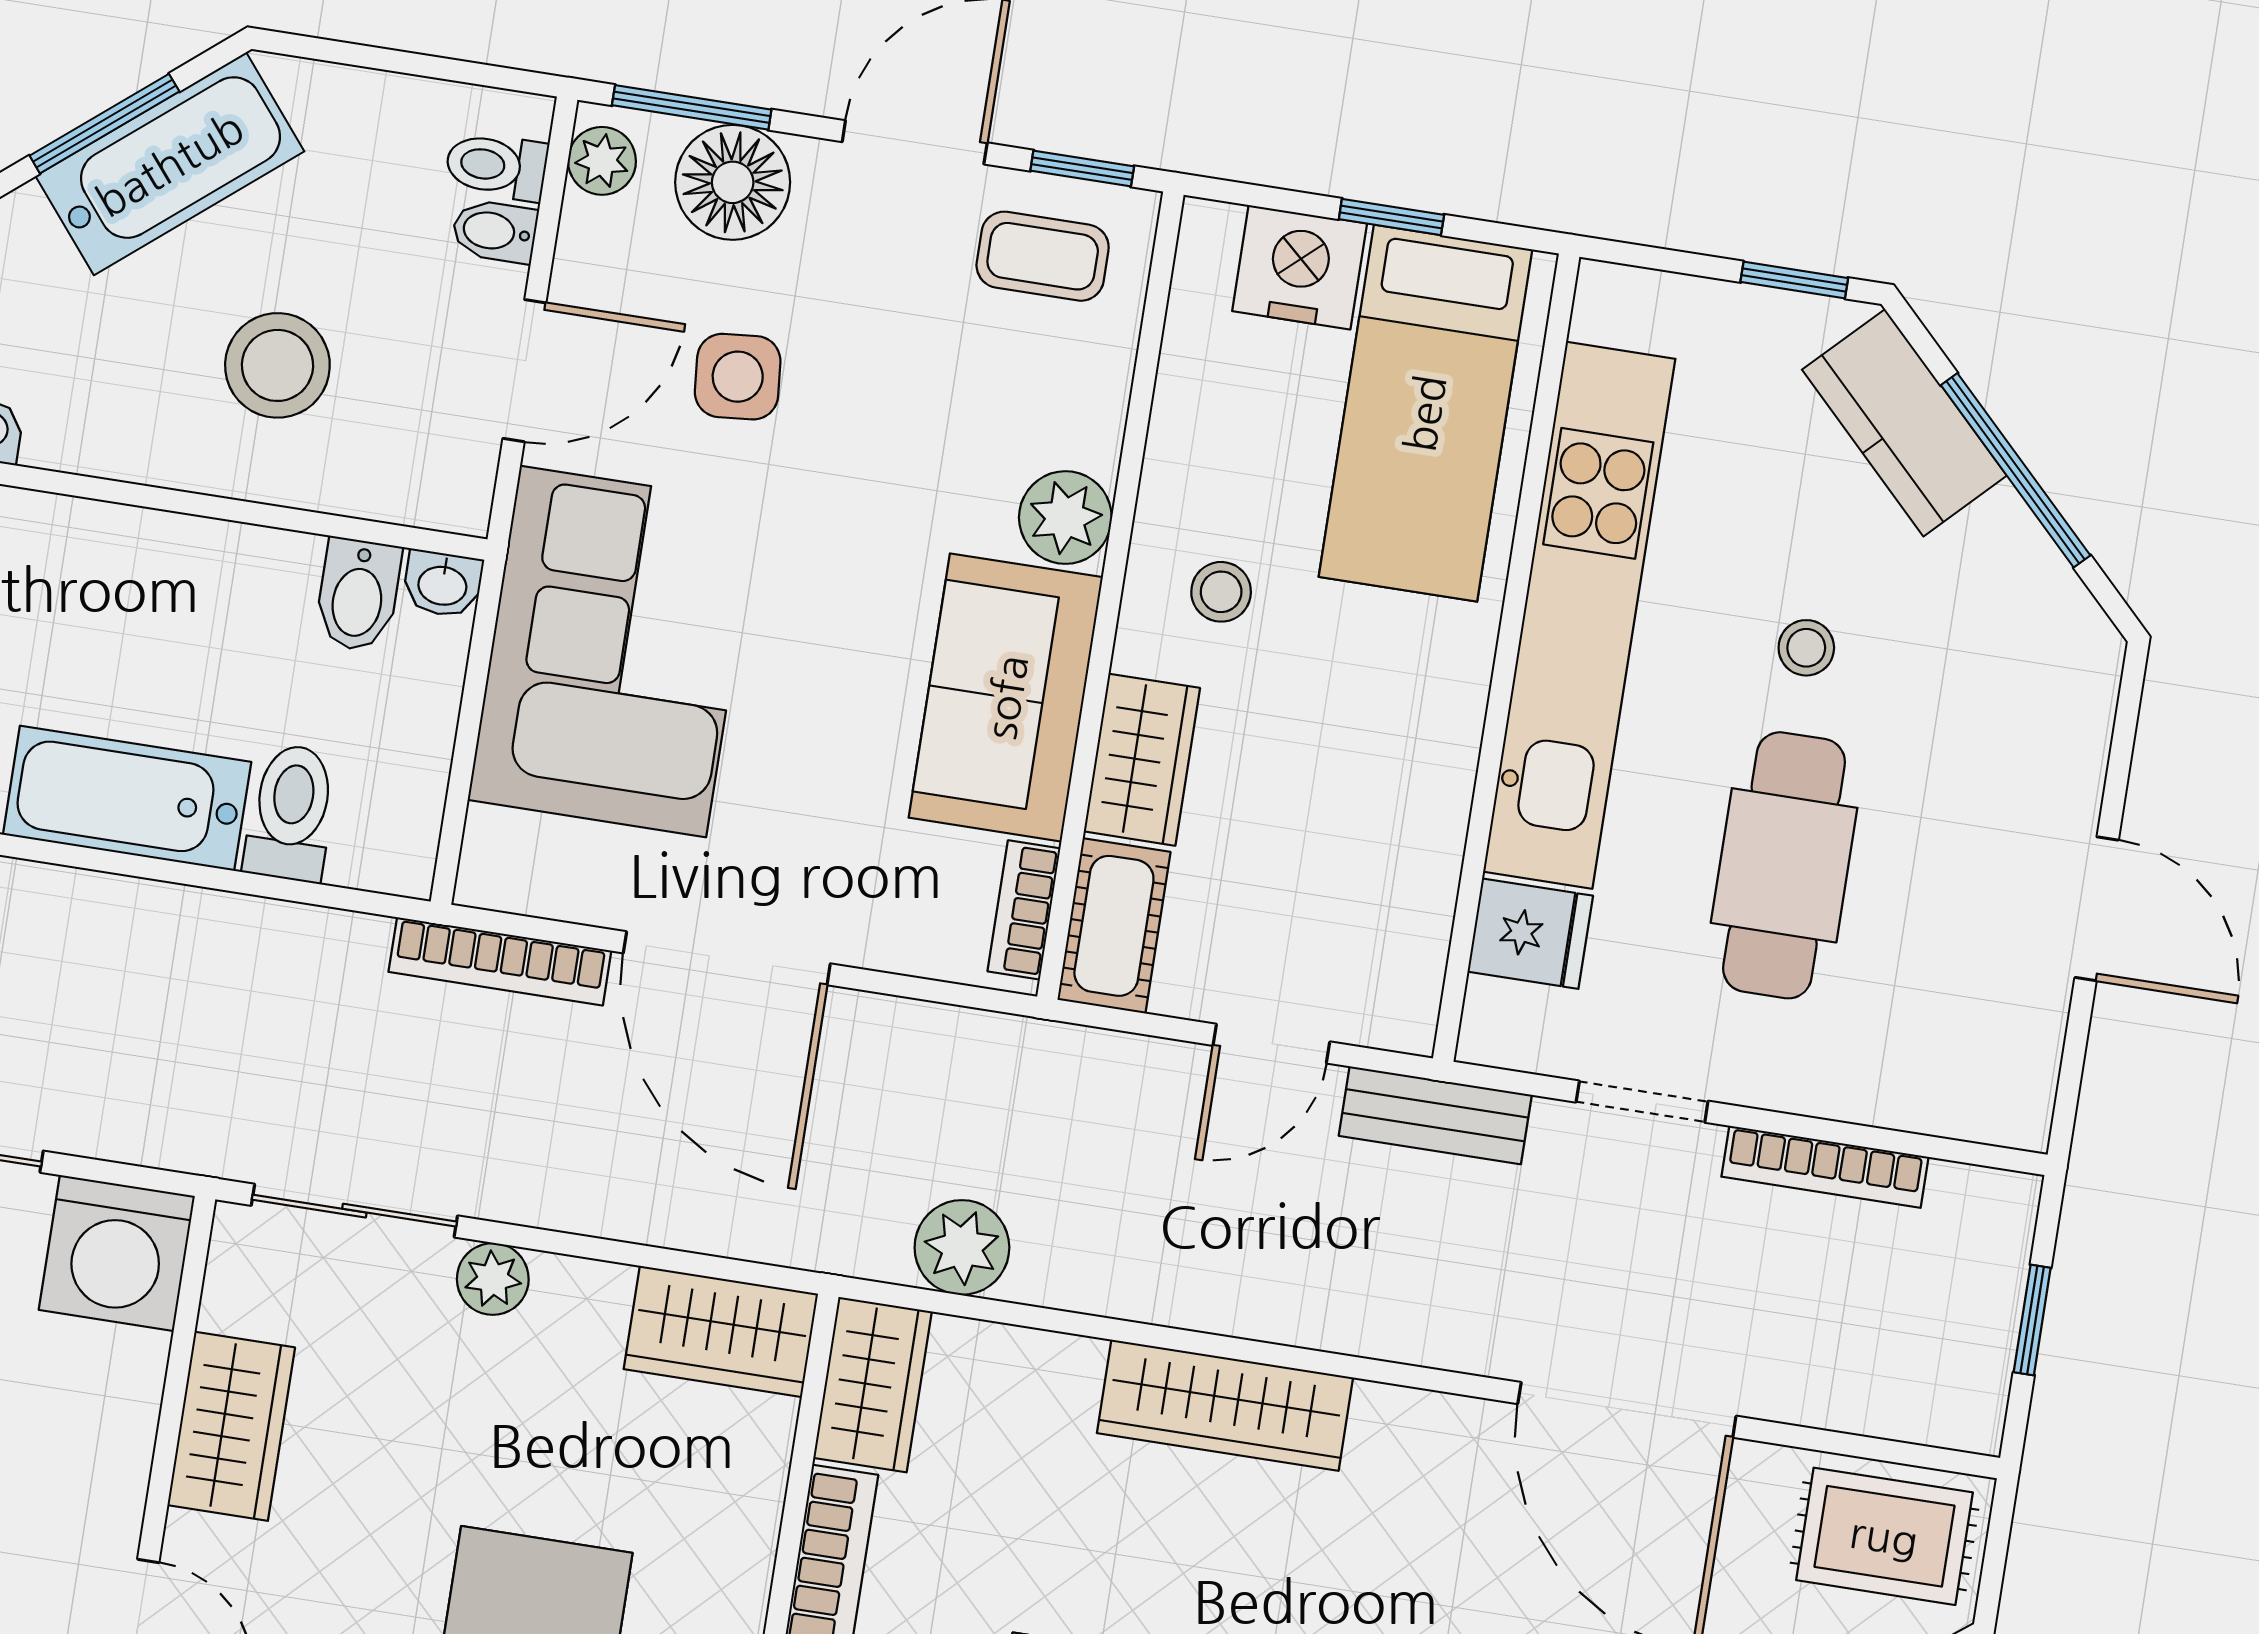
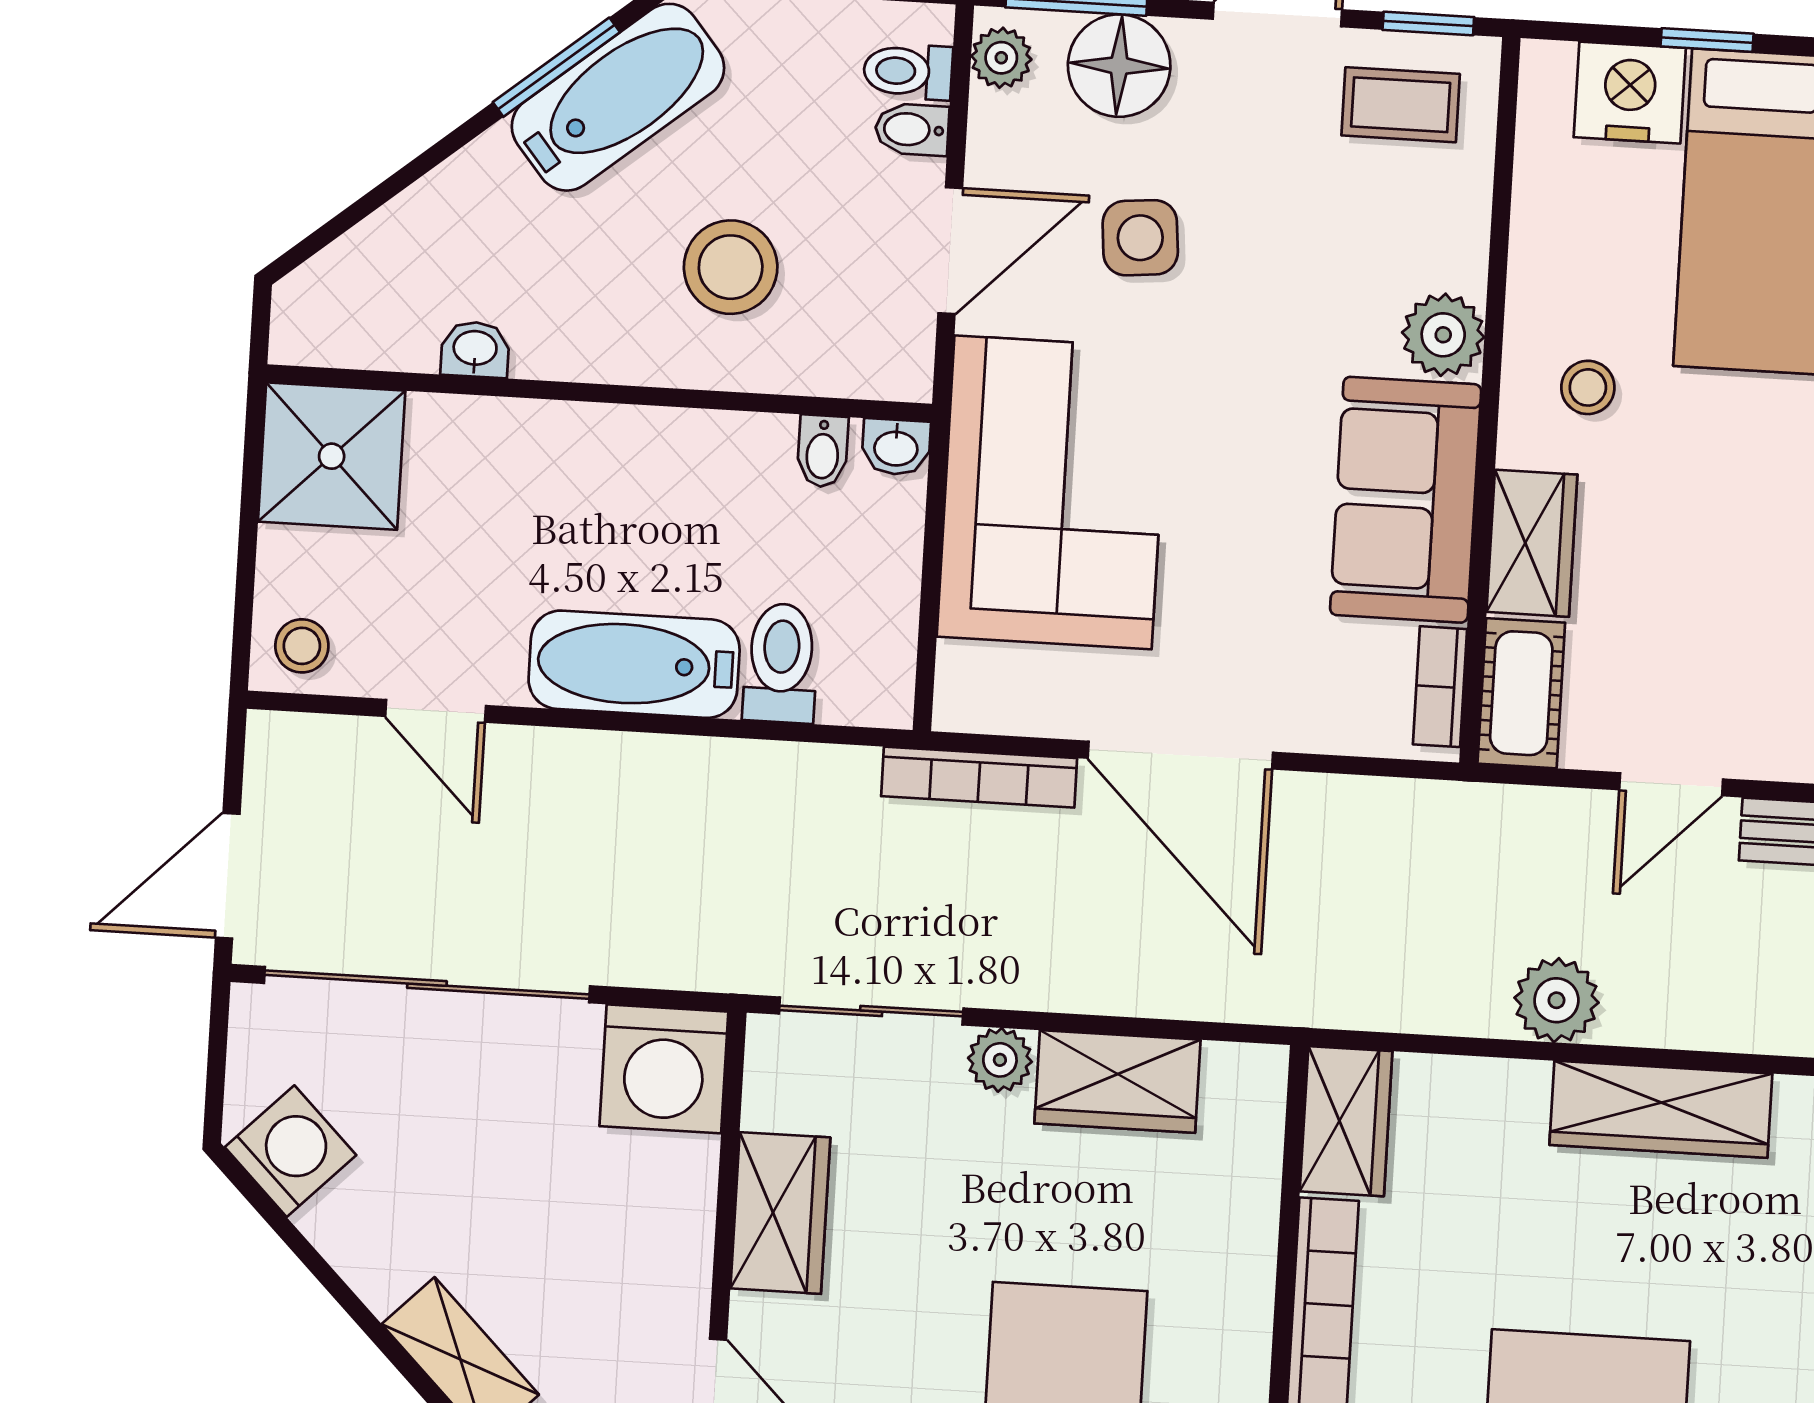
bidet: (358, 595) -> (823, 451), width x0.72, depth x0.74
plant: (962, 1247) -> (1556, 1000), moved
wardrobe: (721, 1331) -> (1117, 1082), moved

